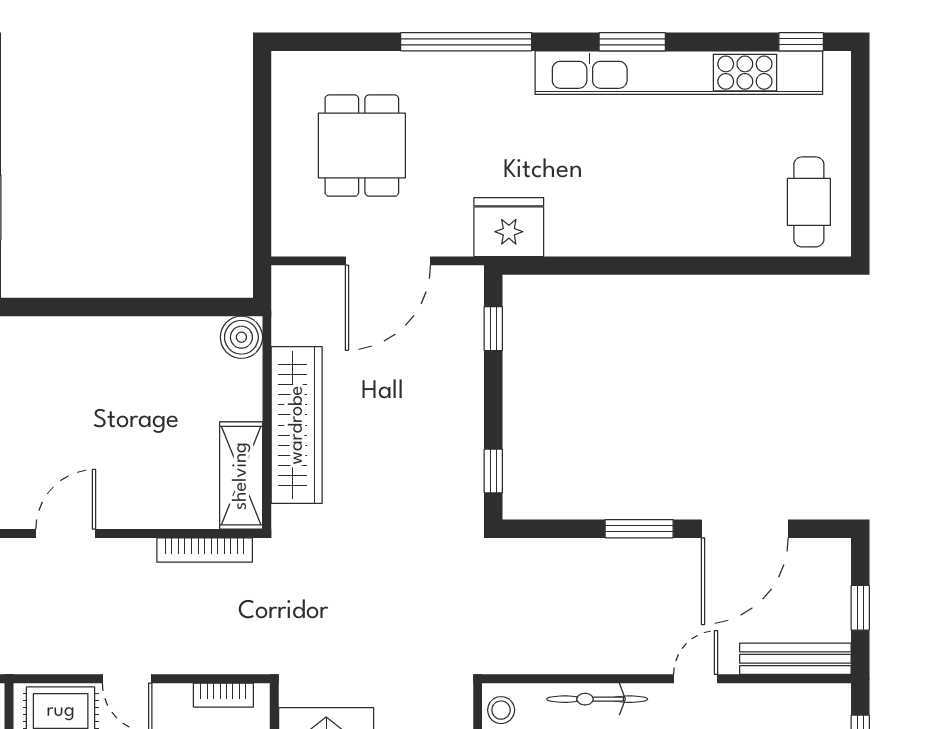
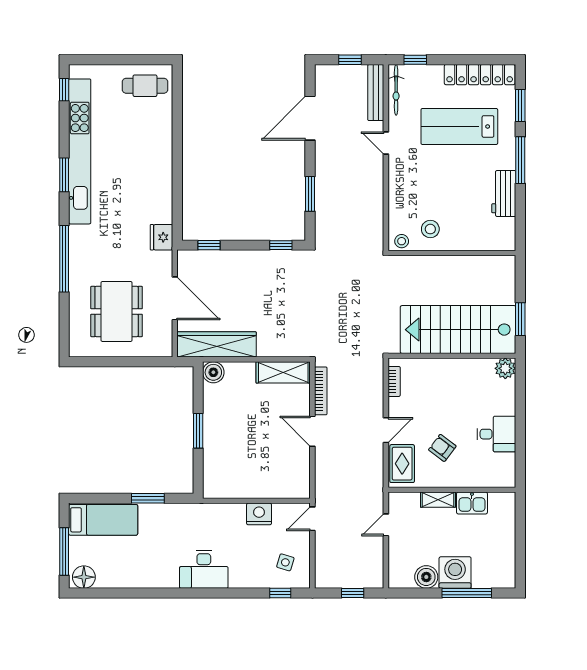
dining table: (362, 146) -> (117, 311), width x1.38
fridge: (509, 227) -> (161, 237), width x0.73, depth x0.75
window: (126, 307) -> (198, 431), added
wardrobe: (297, 425) -> (217, 344), moved
window: (639, 529) -> (310, 194), moved
door: (745, 529) -> (310, 118), swing flipped
door: (66, 533) -> (312, 431), moved
bicycle: (597, 699) -> (396, 90), moved

